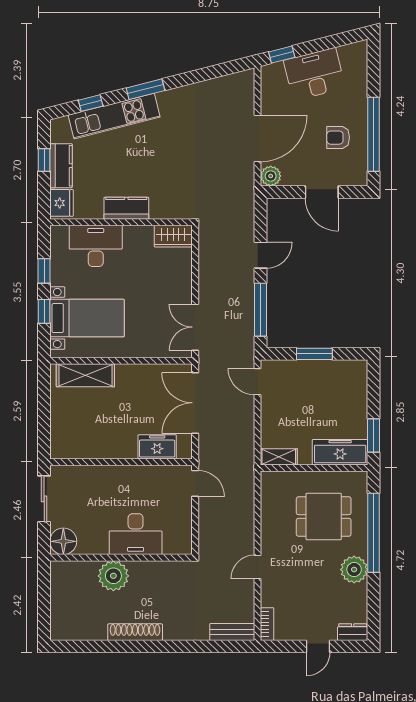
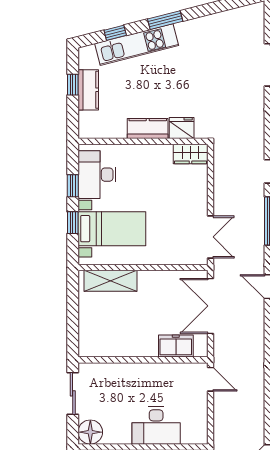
fridge: (61, 203) -> (182, 128), moved, turned -90
desk: (96, 246) -> (97, 175), moved, turned -90
double door: (195, 327) -> (210, 237), swing flipped

